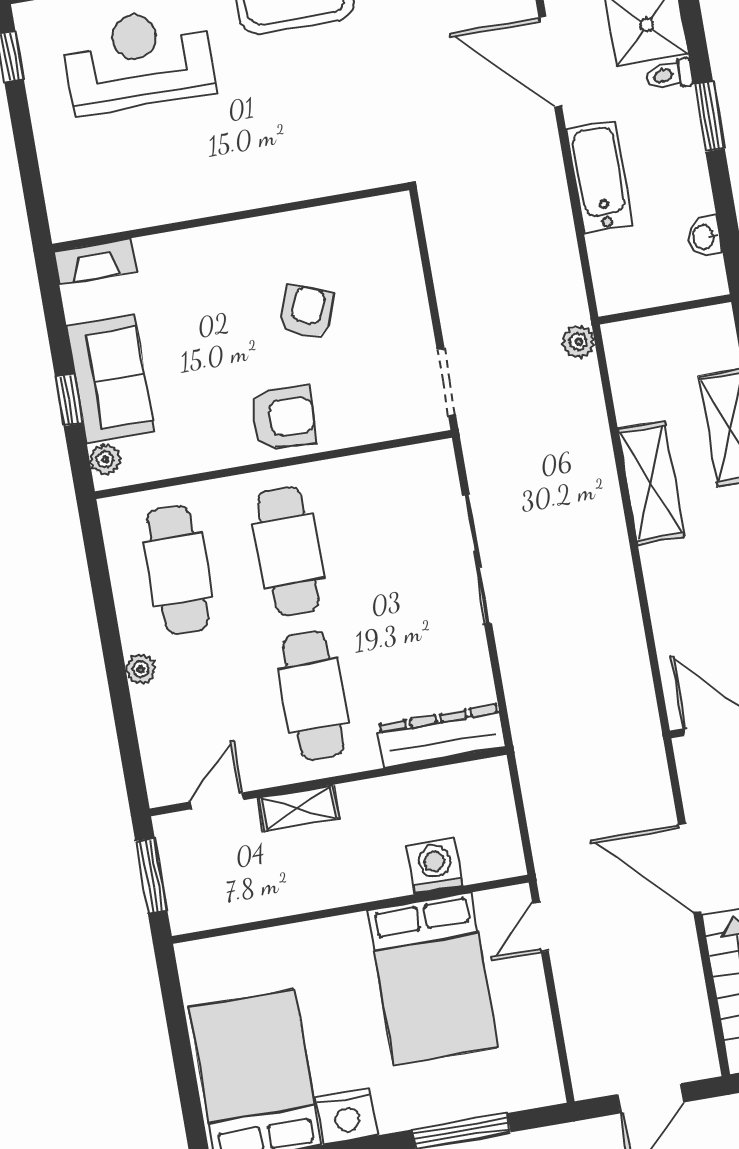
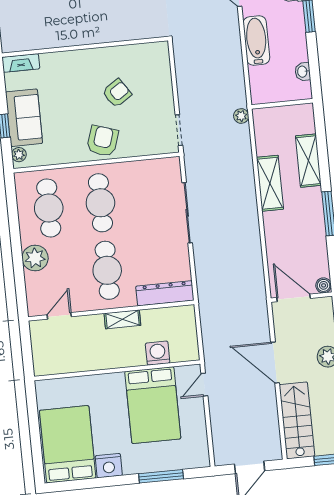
armchair: (307, 312) -> (117, 93), turned 35
armchair: (283, 417) -> (103, 141), turned -75
plant: (141, 669) -> (35, 258), width x1.87, depth x1.87
shelving: (299, 808) -> (122, 319), moved
window: (151, 876) -> (26, 348), removed

